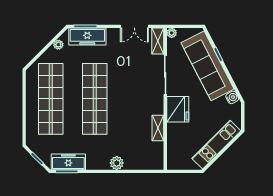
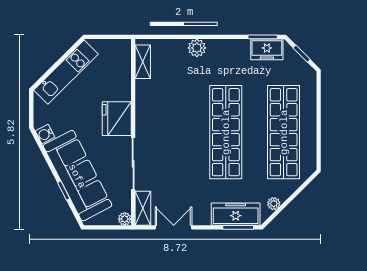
shelving: (158, 128) -> (143, 62), moved
freezer: (68, 162) -> (267, 49), width x0.71

